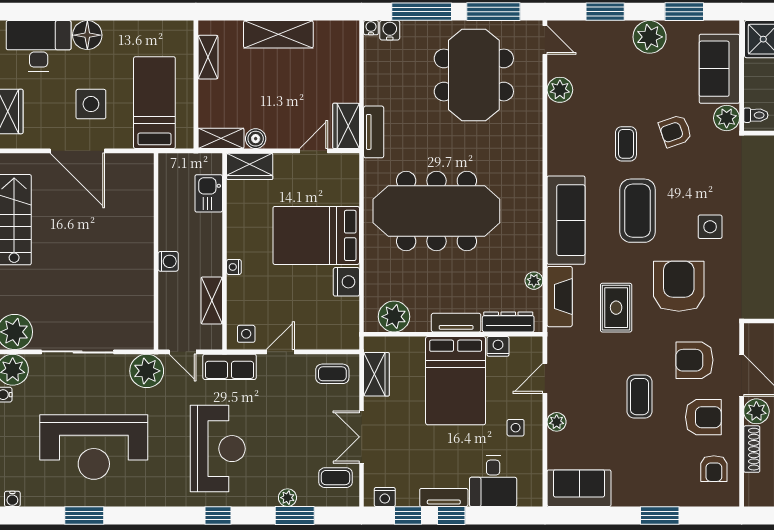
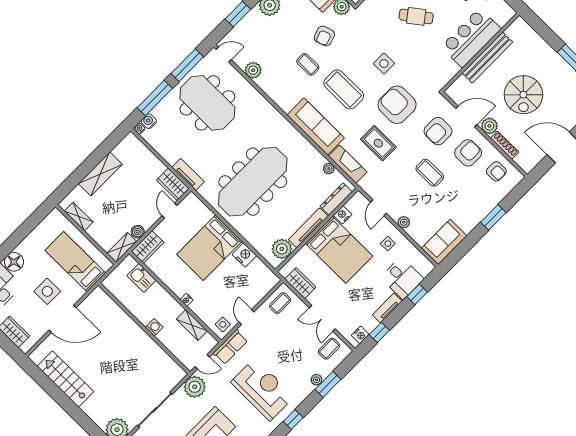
tv unit: (456, 323) -> (308, 228), width x1.41
window: (451, 515) -> (417, 294), moved

